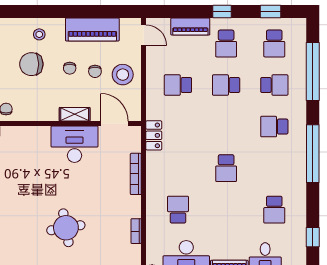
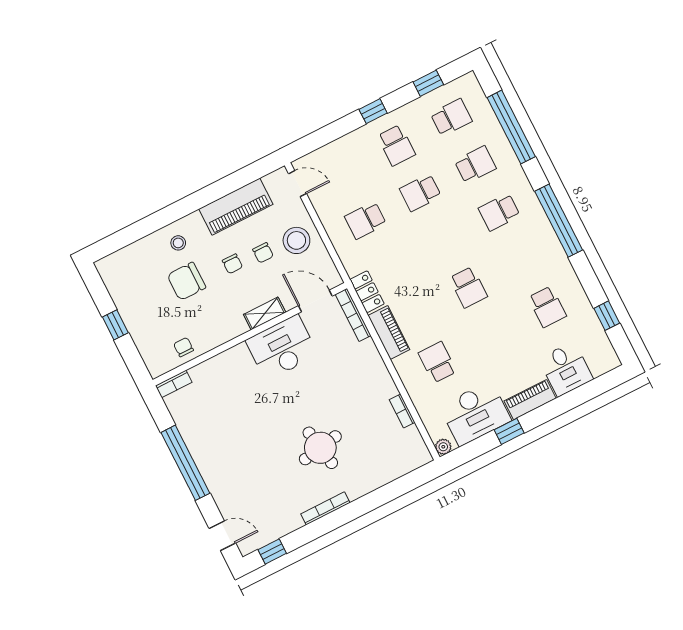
piano: (190, 27) -> (389, 333), moved, turned -90
school desk: (274, 44) -> (451, 117), turned -90
bookcase: (136, 174) -> (353, 315), moved

